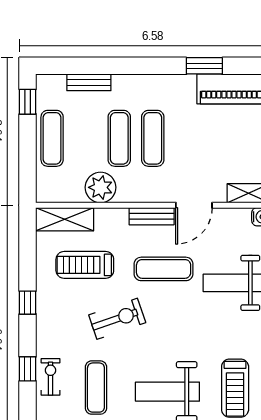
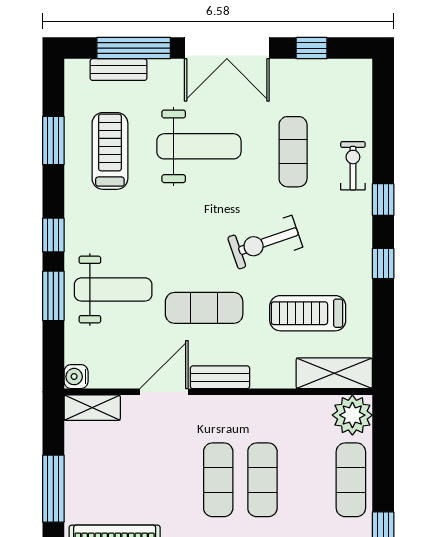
plant: (100, 187) -> (352, 415), moved
treadmill: (85, 265) -> (308, 313), turned 180
window: (28, 369) -> (383, 200), moved
exercise bike: (51, 377) -> (353, 166), turned 180

